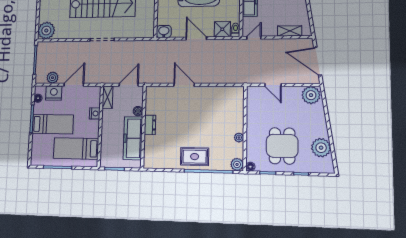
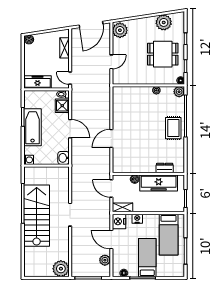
door: (196, 38) -> (70, 129), swing flipped
nightstand: (54, 93) -> (119, 221), moved
dresser: (150, 125) -> (165, 168), moved

